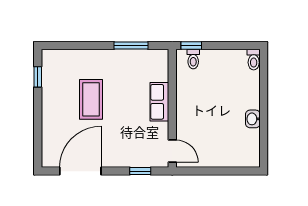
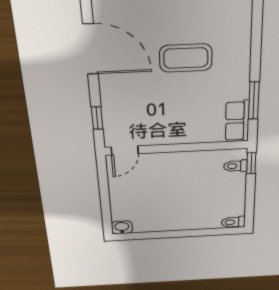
row of seats: (159, 102) -> (237, 121), moved, turned -90
washbasin: (253, 119) -> (122, 227), moved

